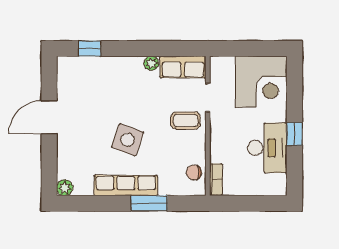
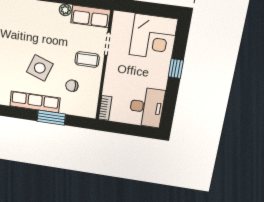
window: (294, 134) -> (176, 69), moved
desk: (267, 148) -> (147, 107), moved
chair: (194, 172) -> (72, 86), moved

